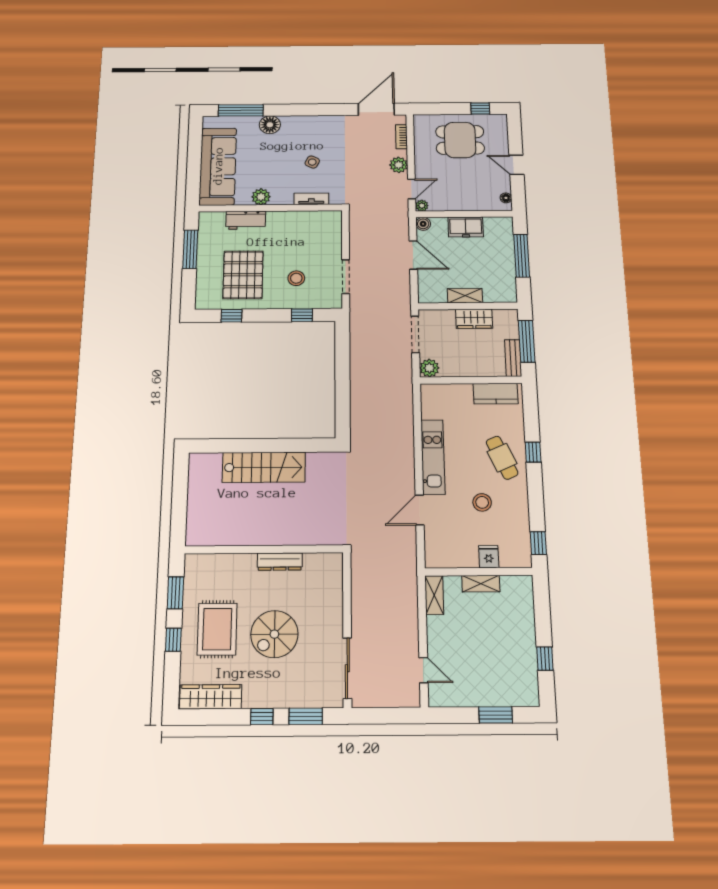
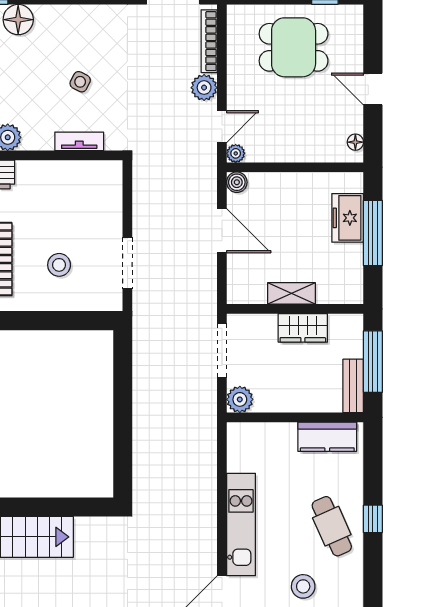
bookcase: (401, 137) -> (209, 41), width x1.56
freezer: (466, 227) -> (348, 218), moved, turned 90
window: (302, 315) -> (67, 321), removed

